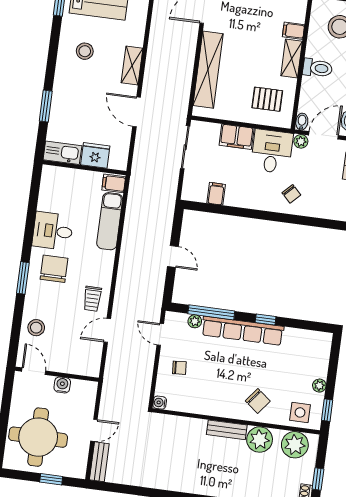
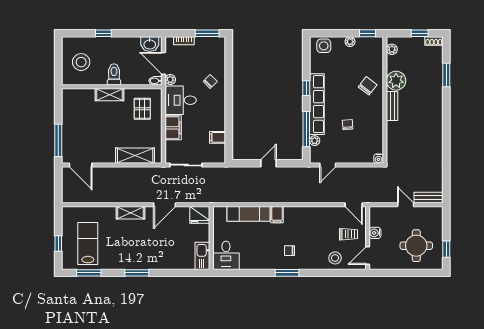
filing cabinet: (294, 31) -> (89, 96), removed
stool: (85, 51) -> (125, 249), removed
shelving: (208, 70) -> (135, 156), width x0.68
window: (46, 106) -> (137, 273), moved
fridge: (95, 155) -> (200, 215), moved, turned -90
filing cabinet: (114, 183) -> (277, 215), moved
desk: (53, 231) -> (226, 255), moved
chair: (54, 269) -> (290, 251), width x0.54, depth x0.54
window: (23, 278) -> (287, 273), moved
trolley: (92, 299) -> (348, 234), moved
door: (107, 330) -> (354, 205), moved
chair: (179, 368) -> (348, 125), moved
side table: (300, 412) -> (324, 46), moved
round table: (38, 437) -> (416, 246), width x0.73, depth x0.73
plant: (295, 445) -> (392, 49), width x0.53, depth x0.53
window: (51, 479) -> (446, 249), moved

